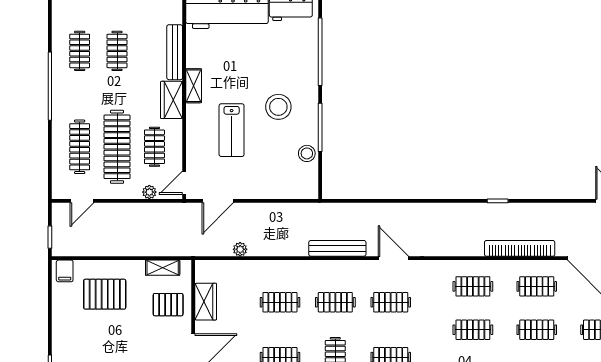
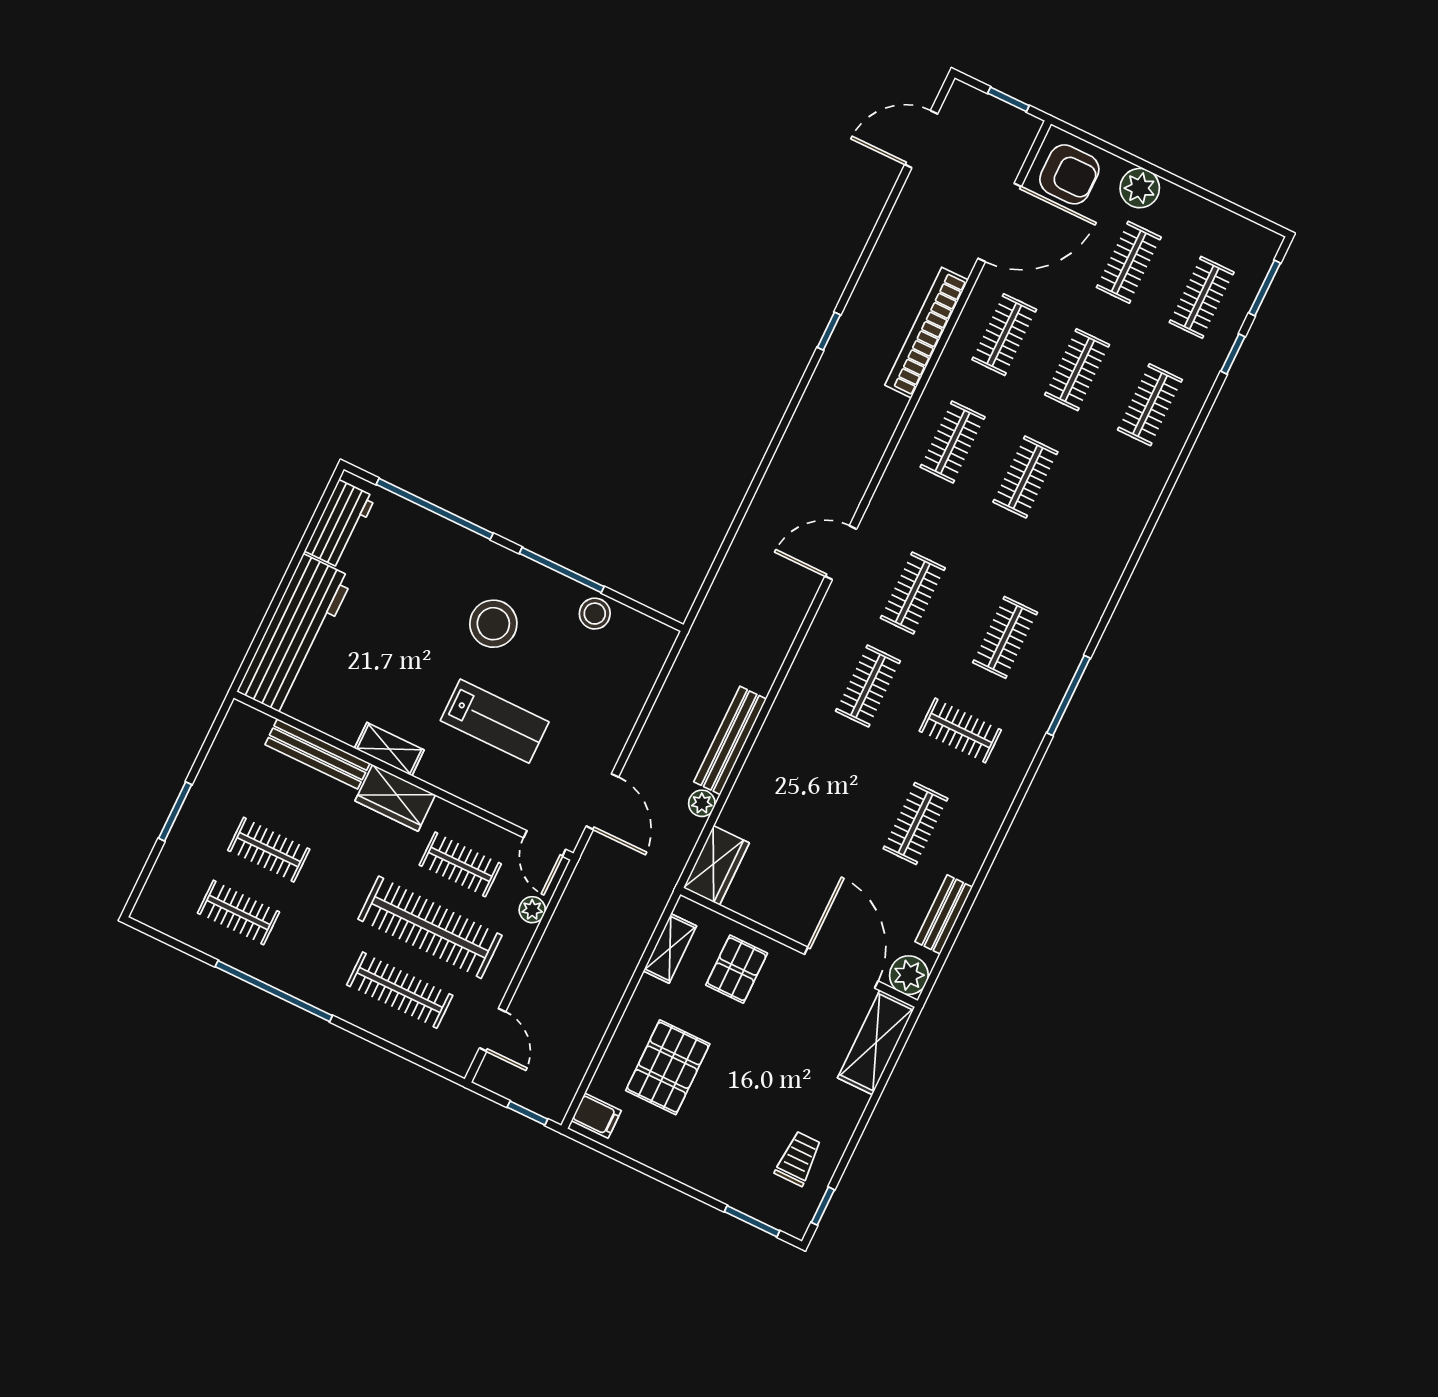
bench: (337, 248) -> (730, 740), moved
wardrobe: (206, 302) -> (716, 865), moved, turned 90
clothes rail: (280, 302) -> (823, 779), removed

